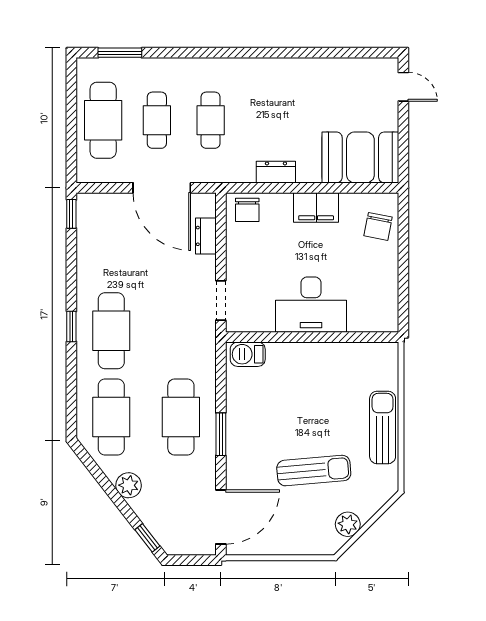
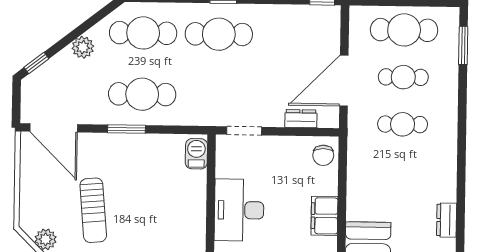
dresser: (276, 172) -> (447, 220), moved, turned 180
chair: (247, 210) -> (323, 155), turned -90

